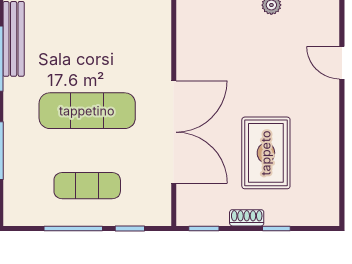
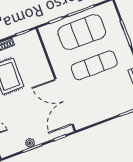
double door: (174, 132) -> (64, 102), moved
exercise mat: (87, 186) -> (82, 32), width x2.00, depth x1.45

